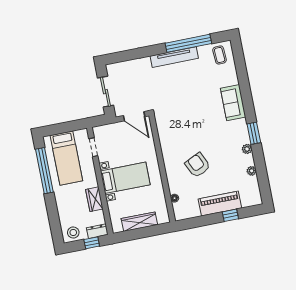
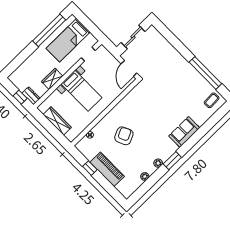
tv unit: (174, 57) -> (189, 69), removed
window: (230, 215) -> (90, 168), moved
stool: (73, 232) -> (19, 79), removed

